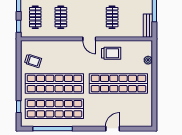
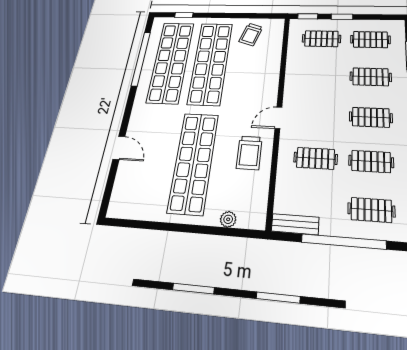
clothes rail: (61, 17) -> (320, 75), removed

